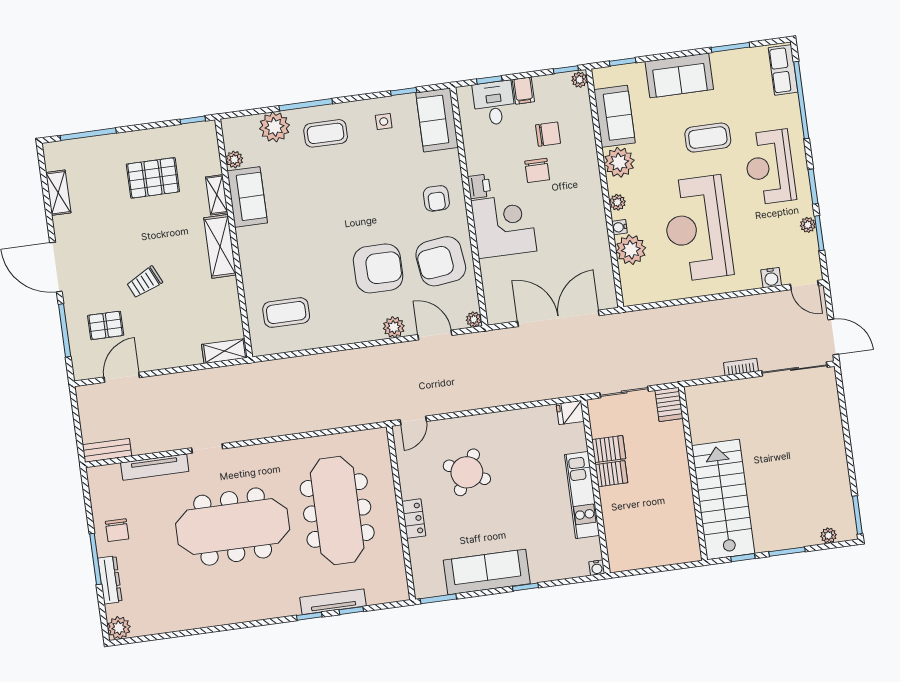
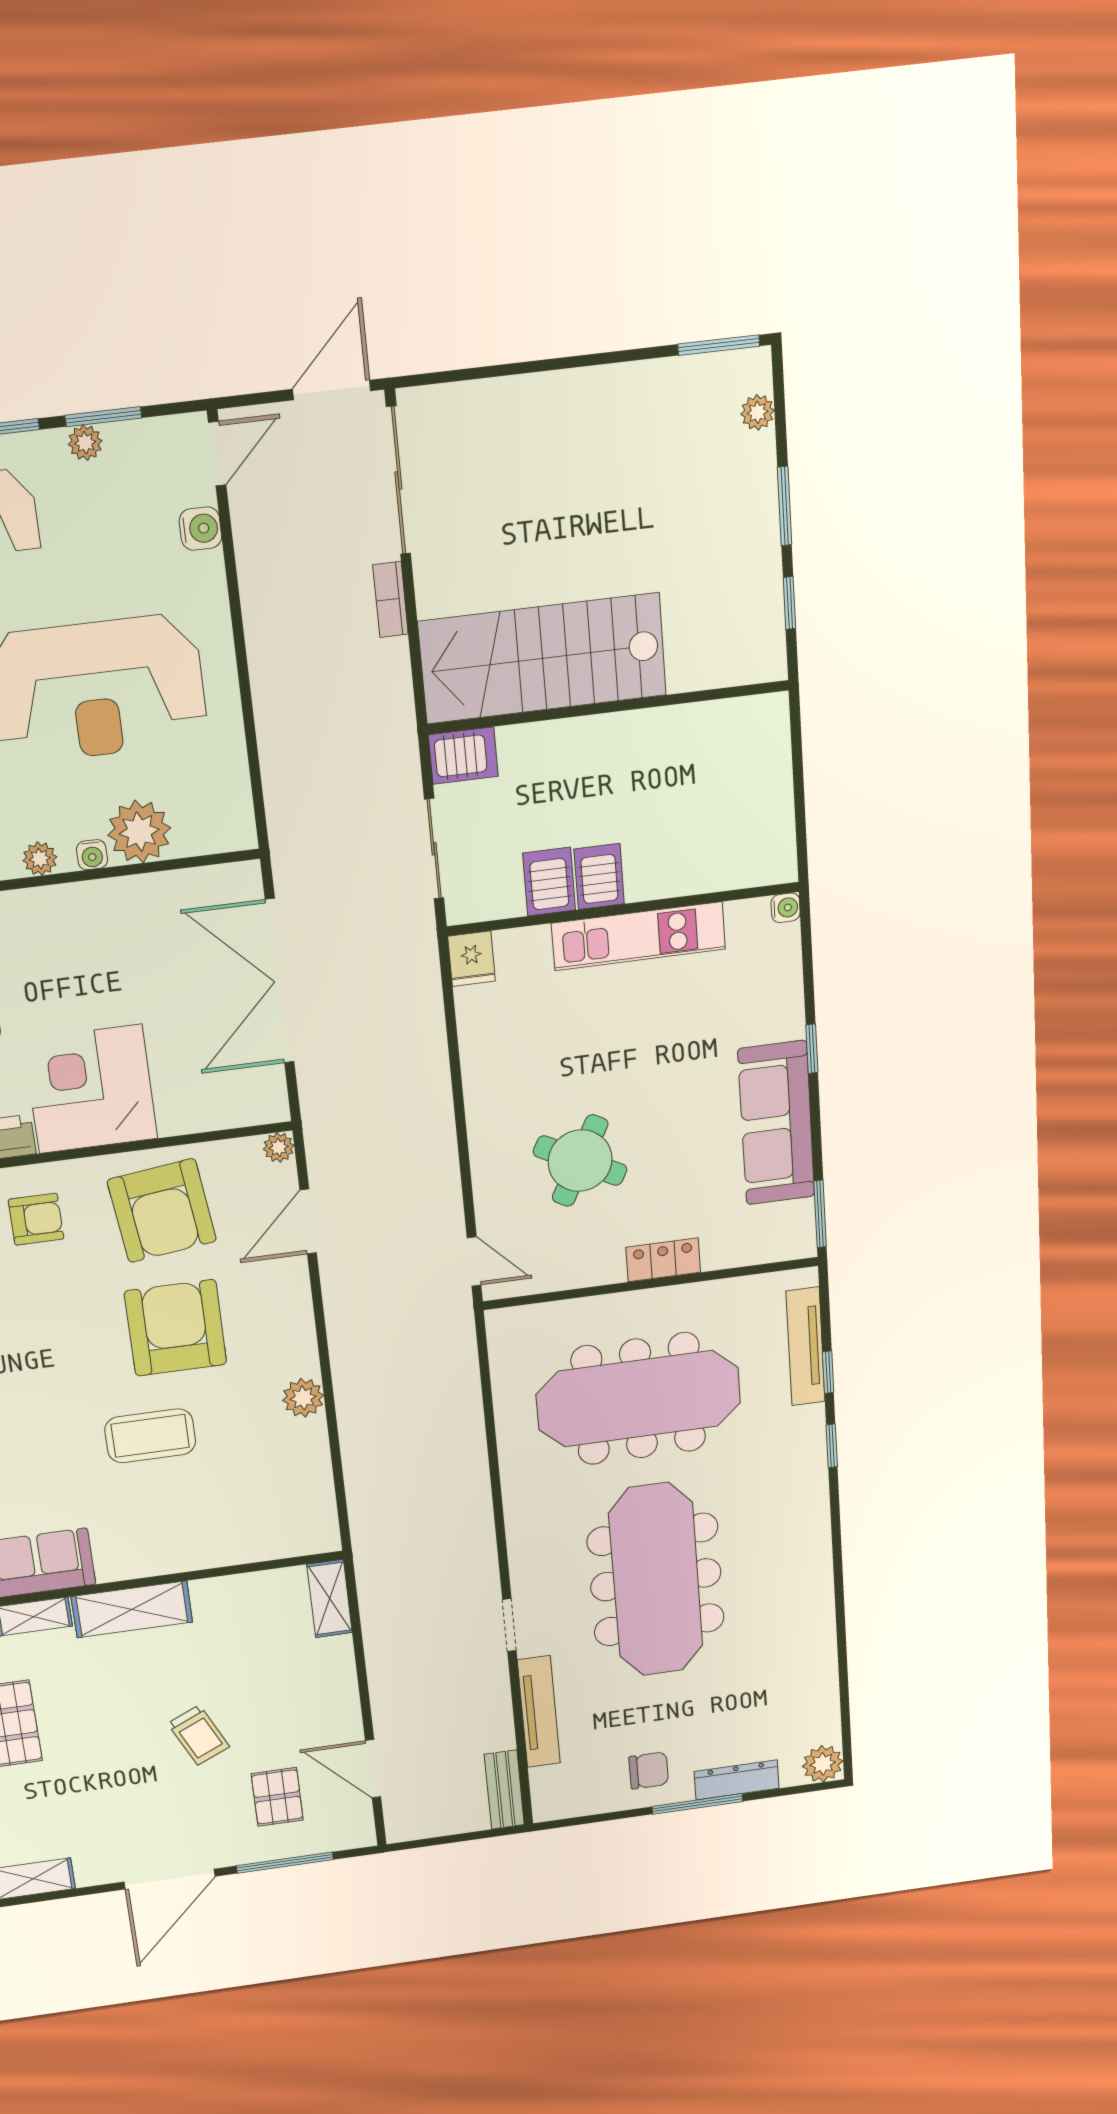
coffee table: (286, 313) -> (150, 1436), moved, turned 90
plant: (394, 327) -> (303, 1398), moved
stairs: (723, 500) -> (543, 658), moved
tv unit: (333, 602) -> (806, 1347), moved

